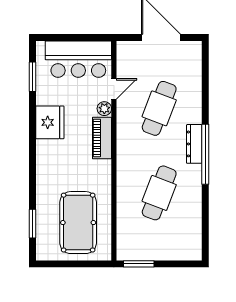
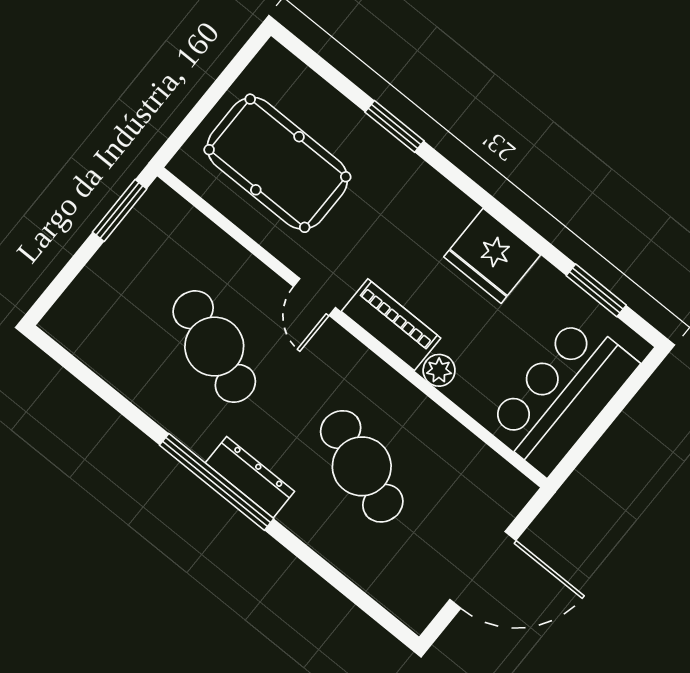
door: (114, 89) -> (315, 297), moved
window: (33, 224) -> (394, 126), moved

